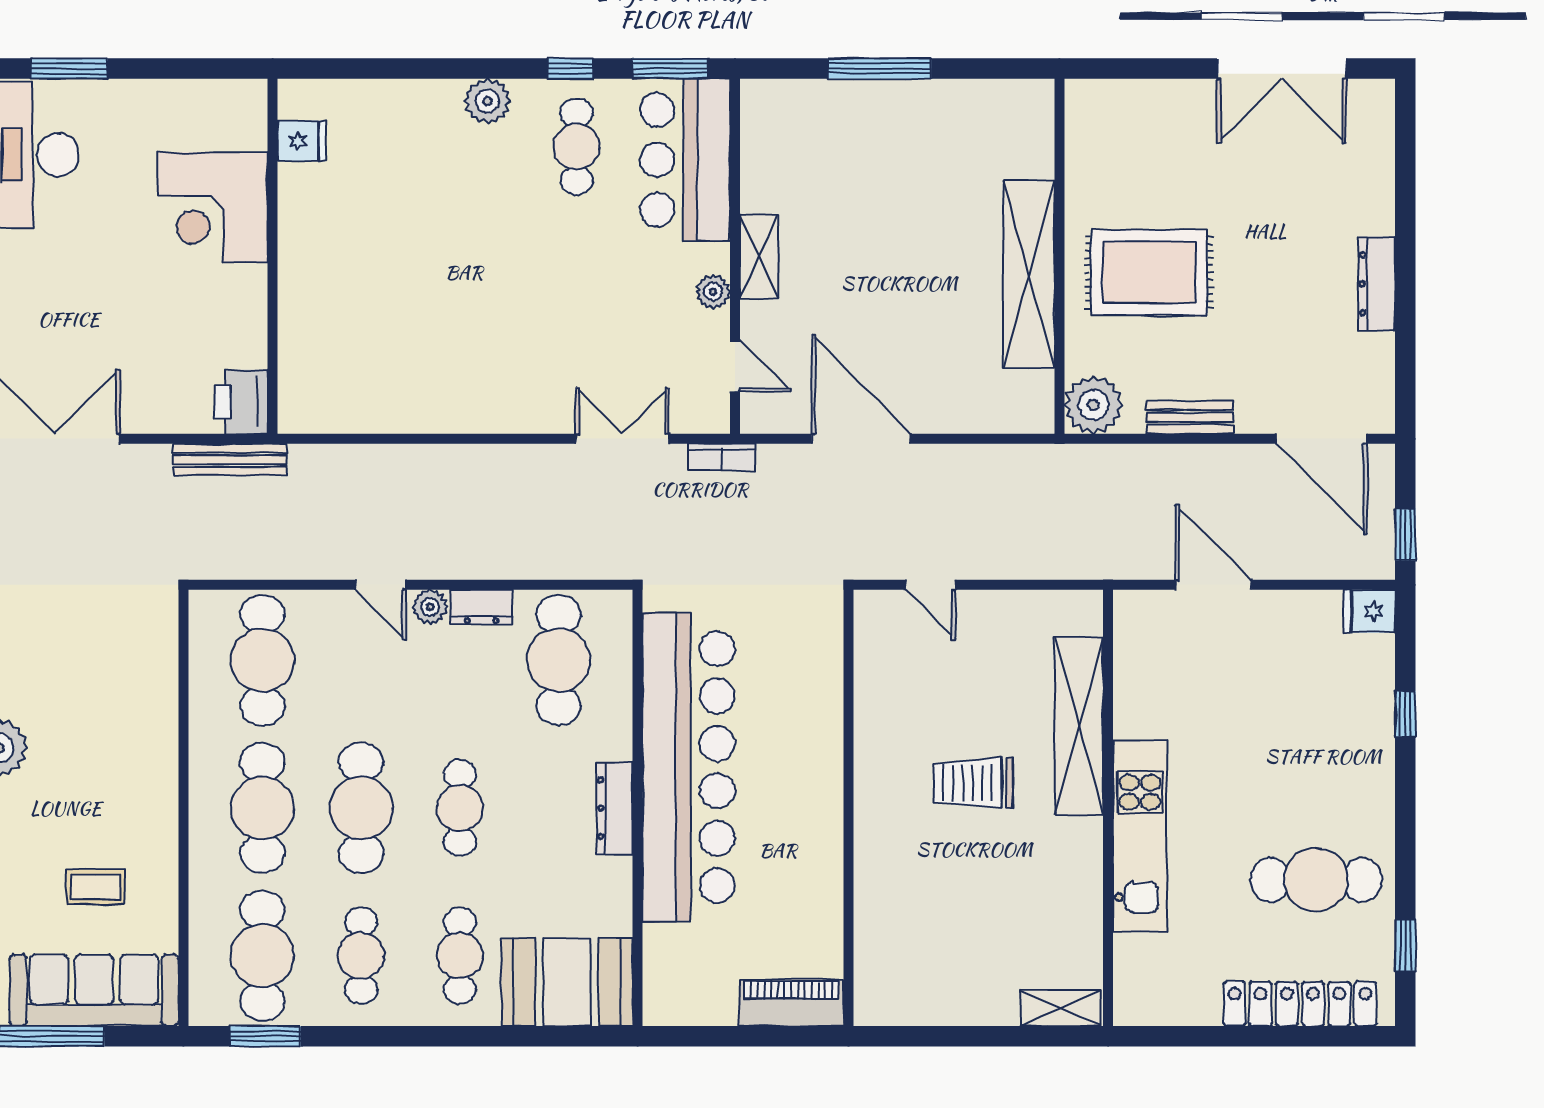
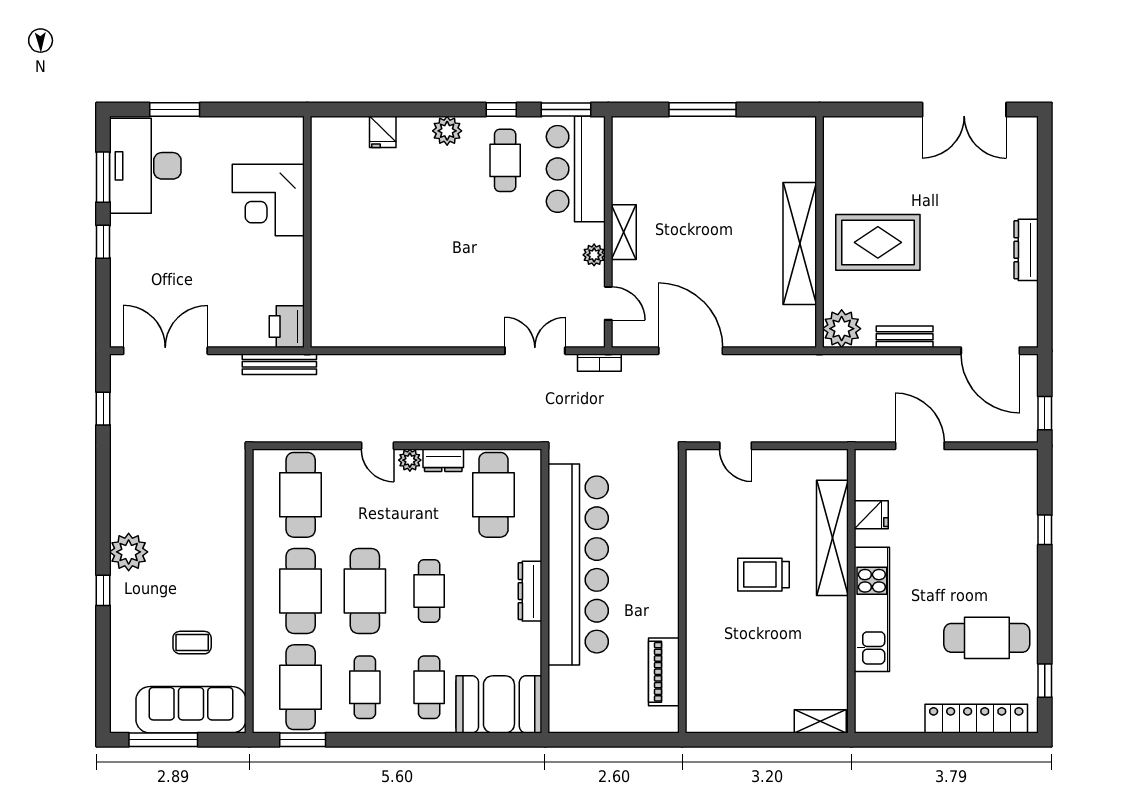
fridge: (302, 141) -> (383, 132), moved, turned 90
fridge: (1369, 611) -> (871, 515), moved, turned 180
piano: (791, 1003) -> (664, 672), moved, turned -90

